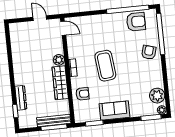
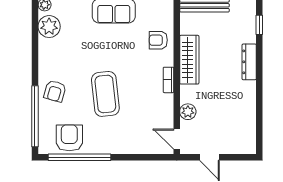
armchair: (136, 22) -> (69, 138), turned 90
plant: (59, 60) -> (188, 112), moved
coffee table: (105, 66) -> (105, 94), moved
dresser: (21, 98) -> (249, 62), moved

